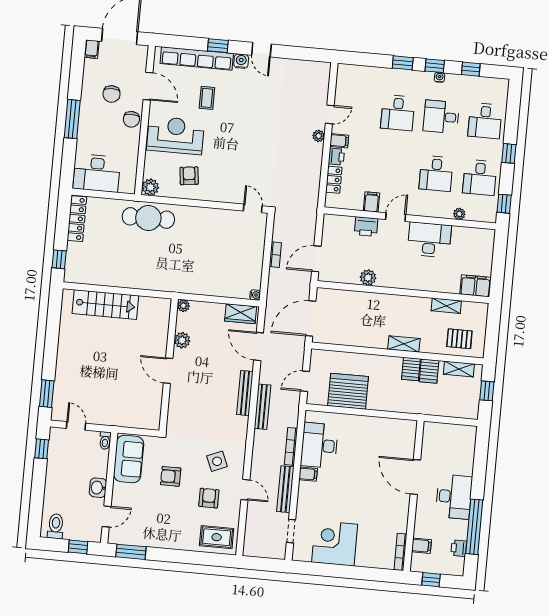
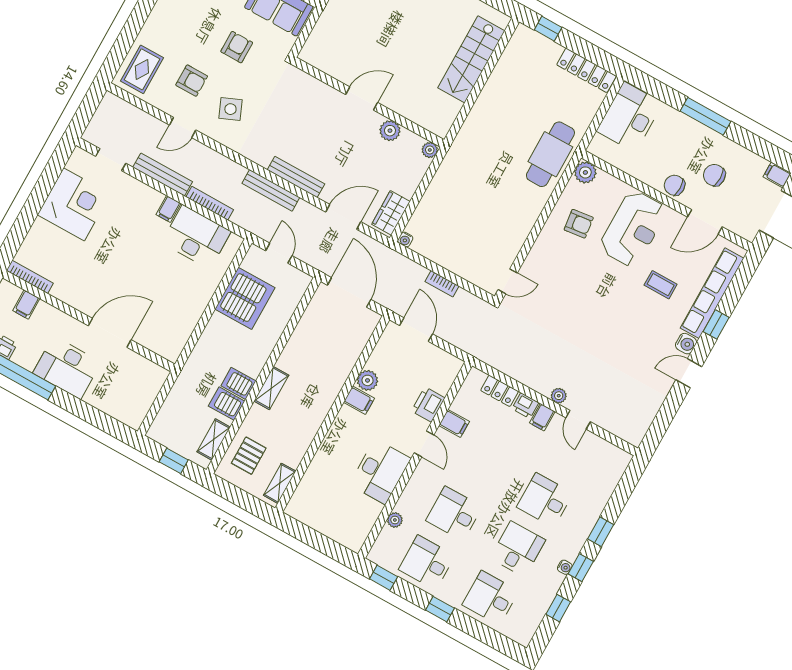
filing cabinet: (475, 286) -> (359, 400), moved, width x0.50
shelving: (446, 306) -> (280, 483), moved

